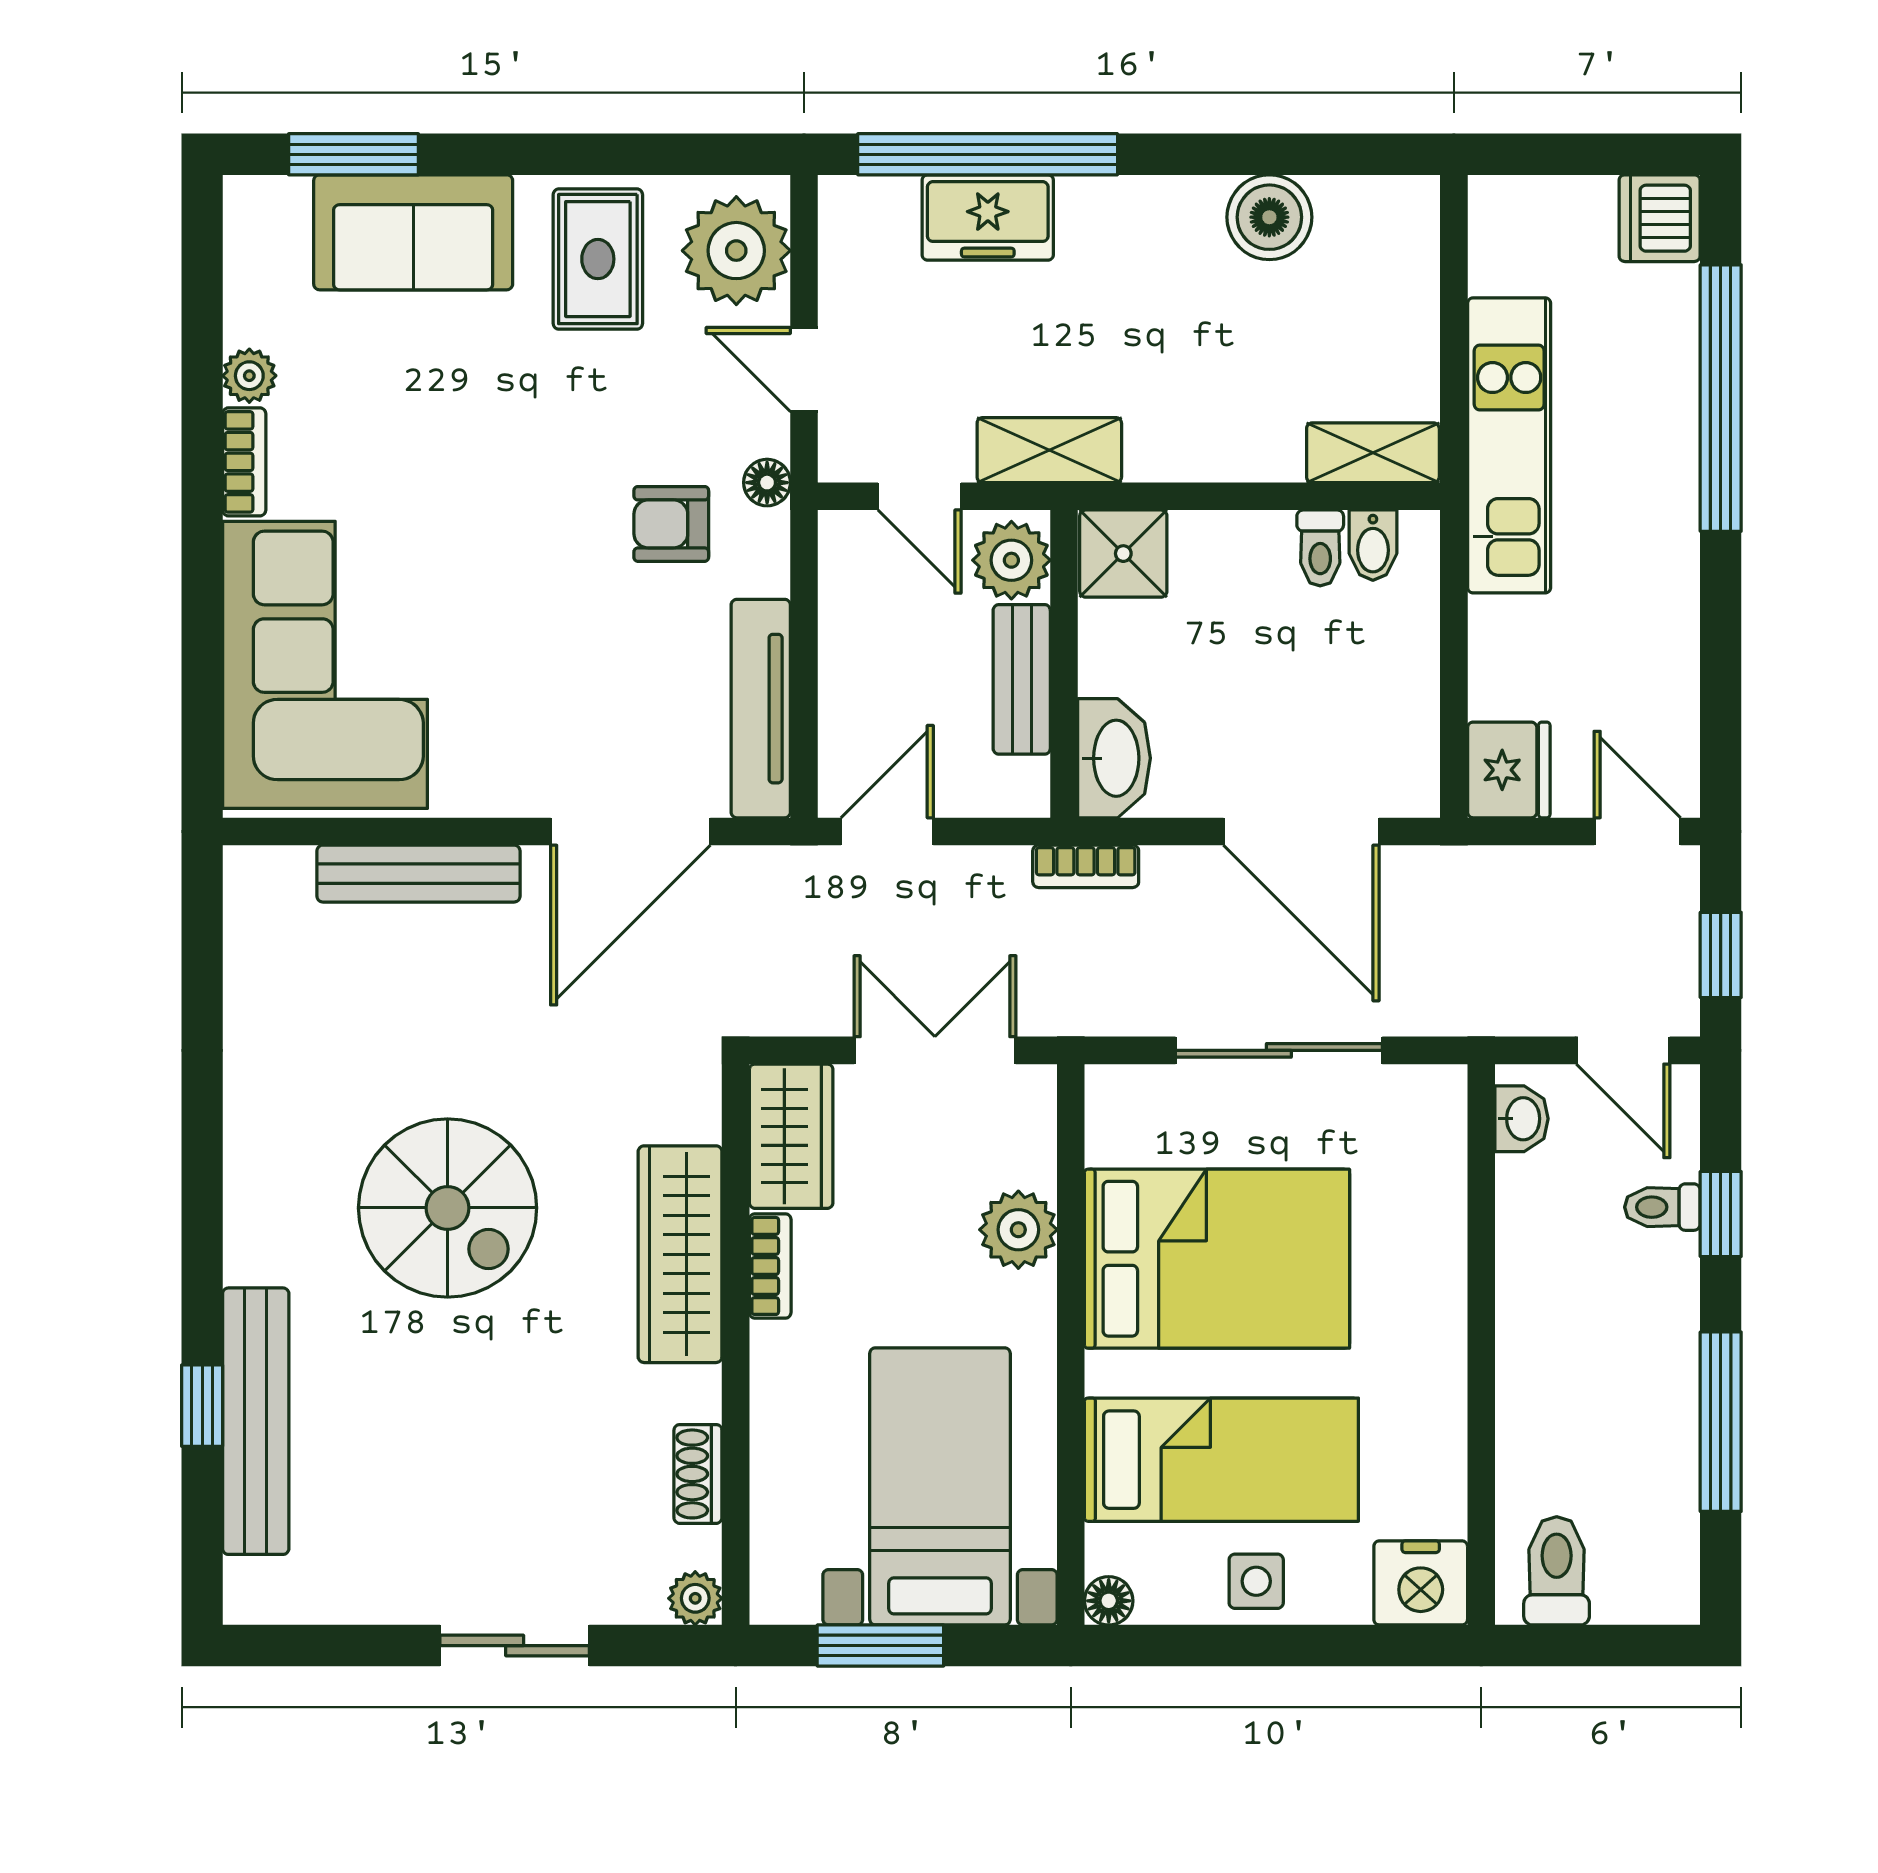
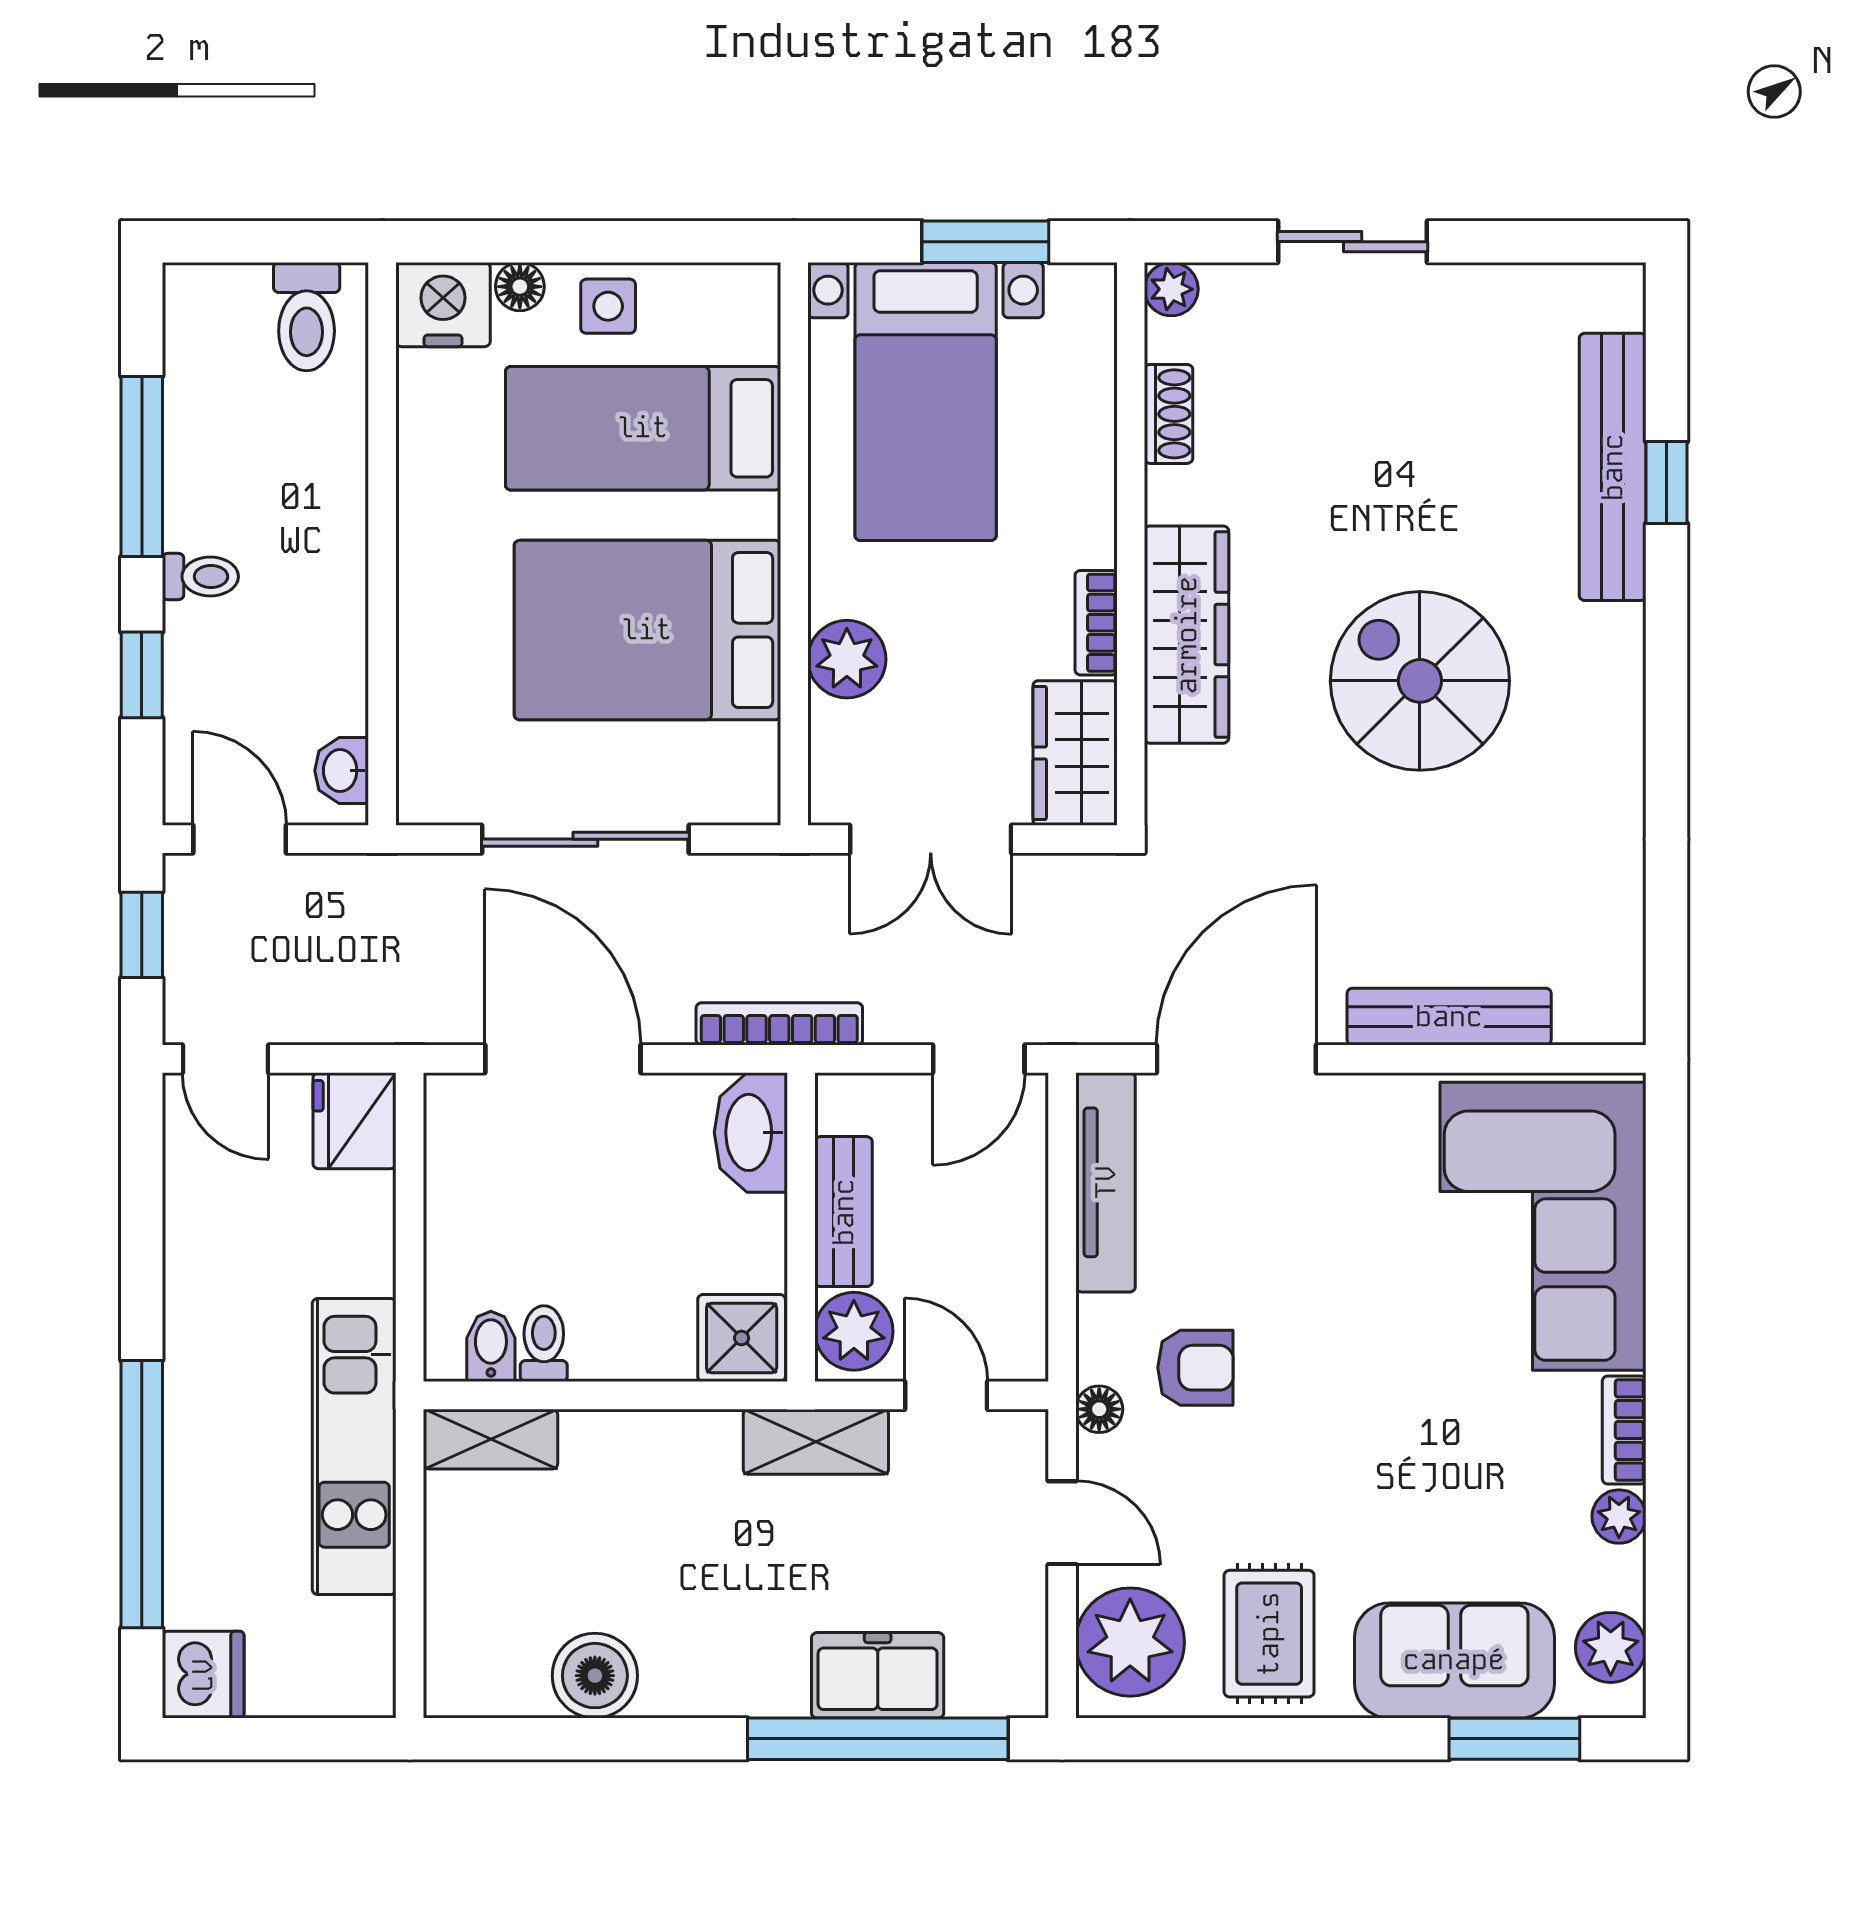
plant: (258, 245) -> (1611, 1647), added
bookcase: (1086, 866) -> (779, 1024), width x1.56
toilet: (1662, 1207) -> (200, 577), moved
floor lamp: (1109, 1601) -> (520, 287), moved

